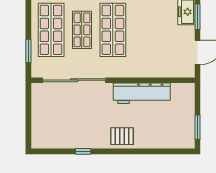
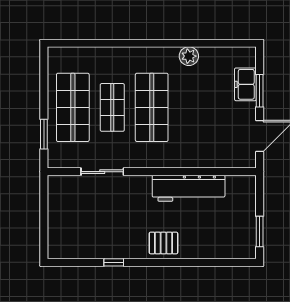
sliding door: (74, 80) -> (102, 172), width x0.54

